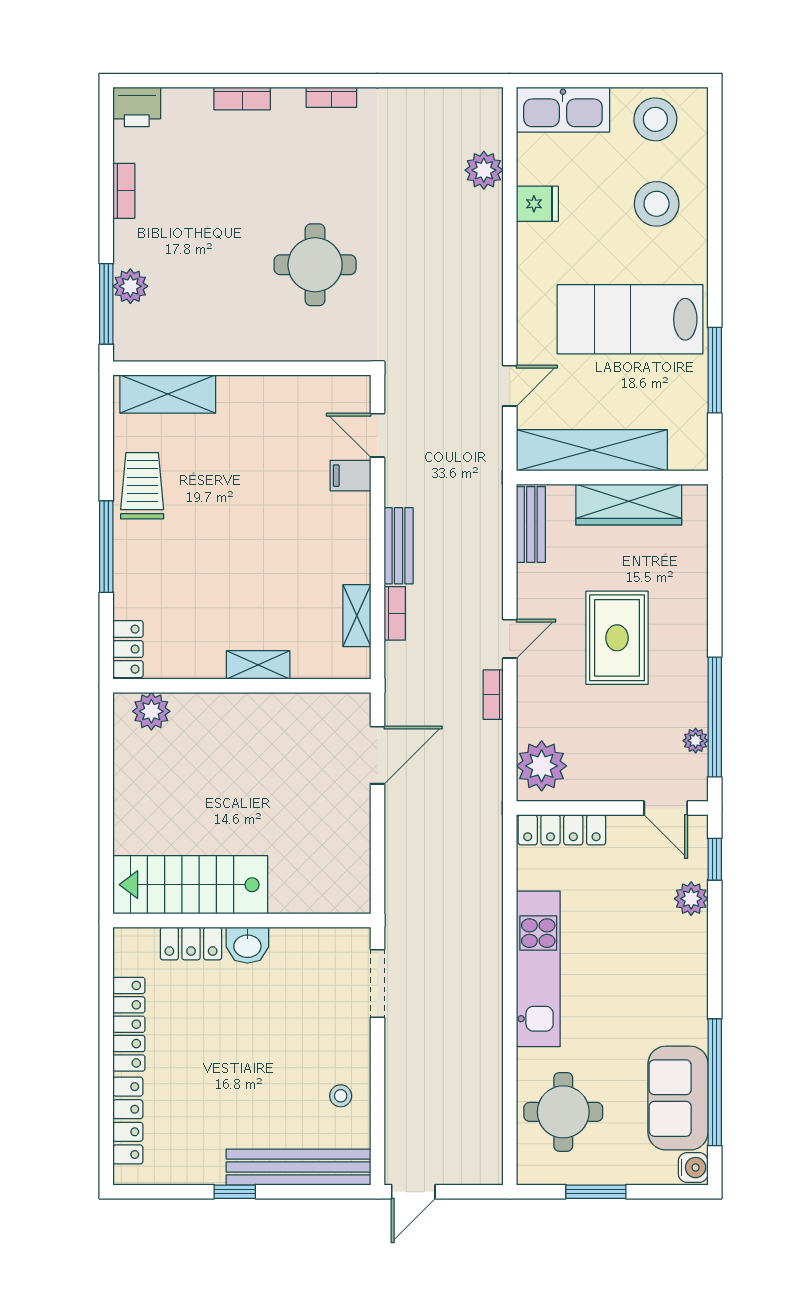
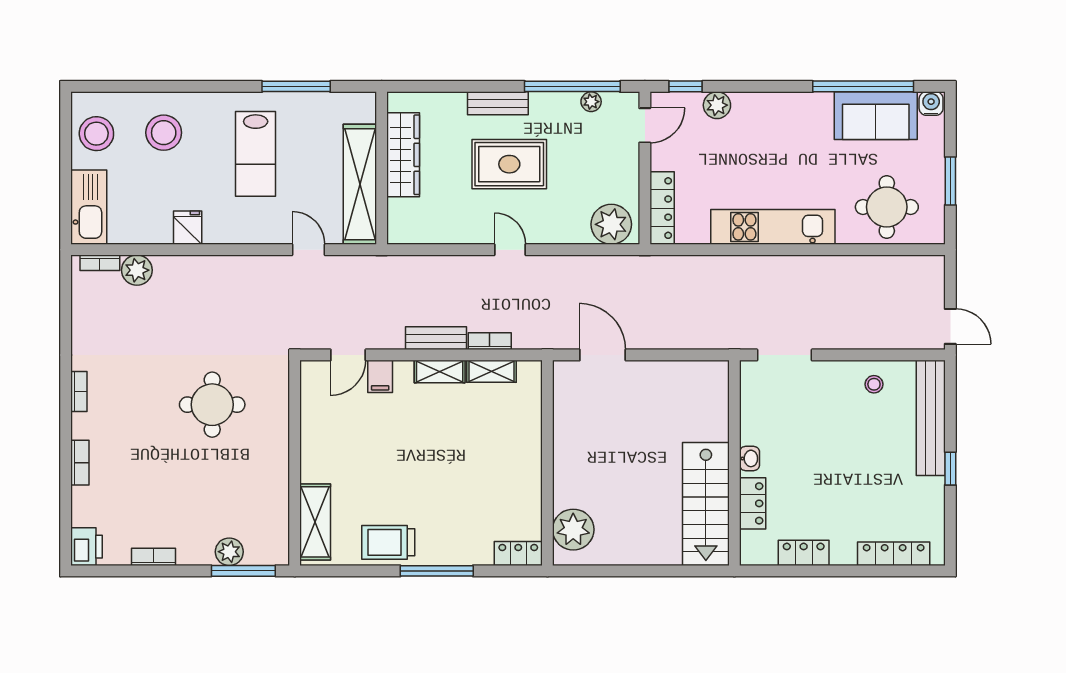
fridge: (537, 204) -> (188, 228), moved
lab bench: (630, 319) -> (256, 154), width x0.73, depth x0.72
bench: (531, 525) -> (498, 103), moved
shelving: (258, 665) -> (440, 372), moved, turned 90
bookcase: (493, 695) -> (100, 263), moved
plant: (151, 711) -> (573, 530), width x1.36, depth x1.36
washbasin: (247, 945) -> (750, 458), width x0.72, depth x0.69
locker: (129, 1024) -> (804, 553), width x0.66

